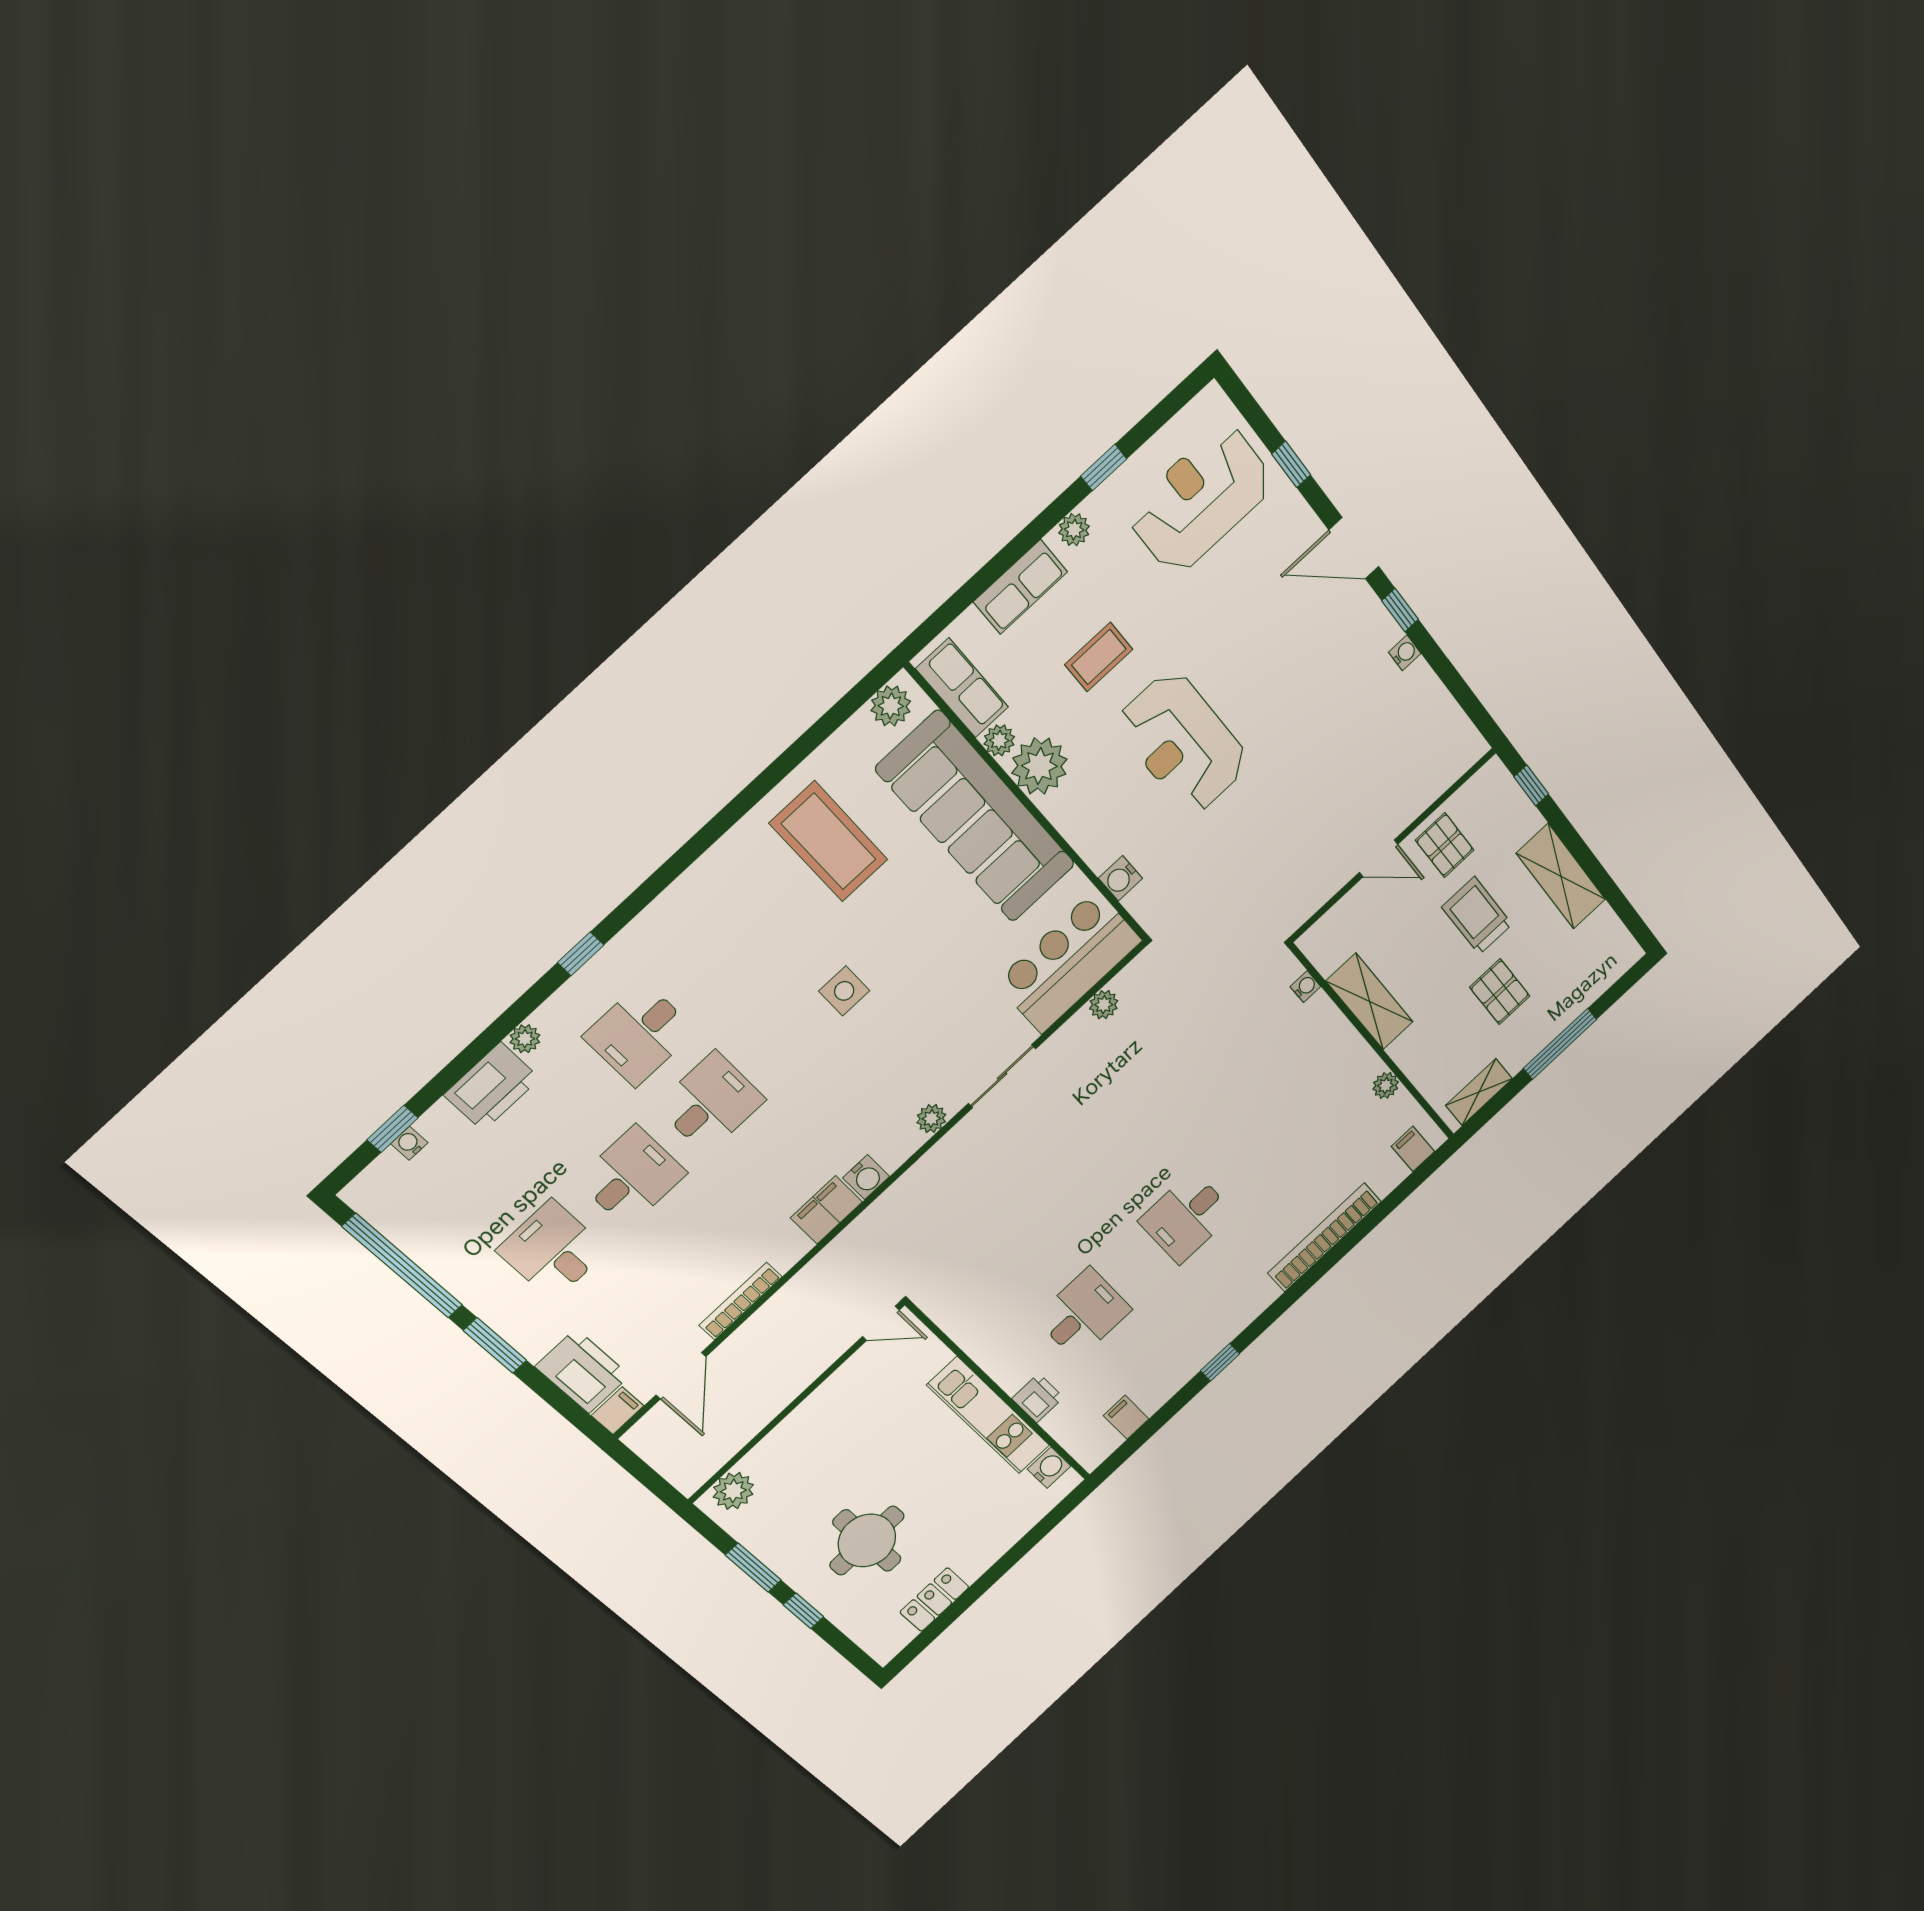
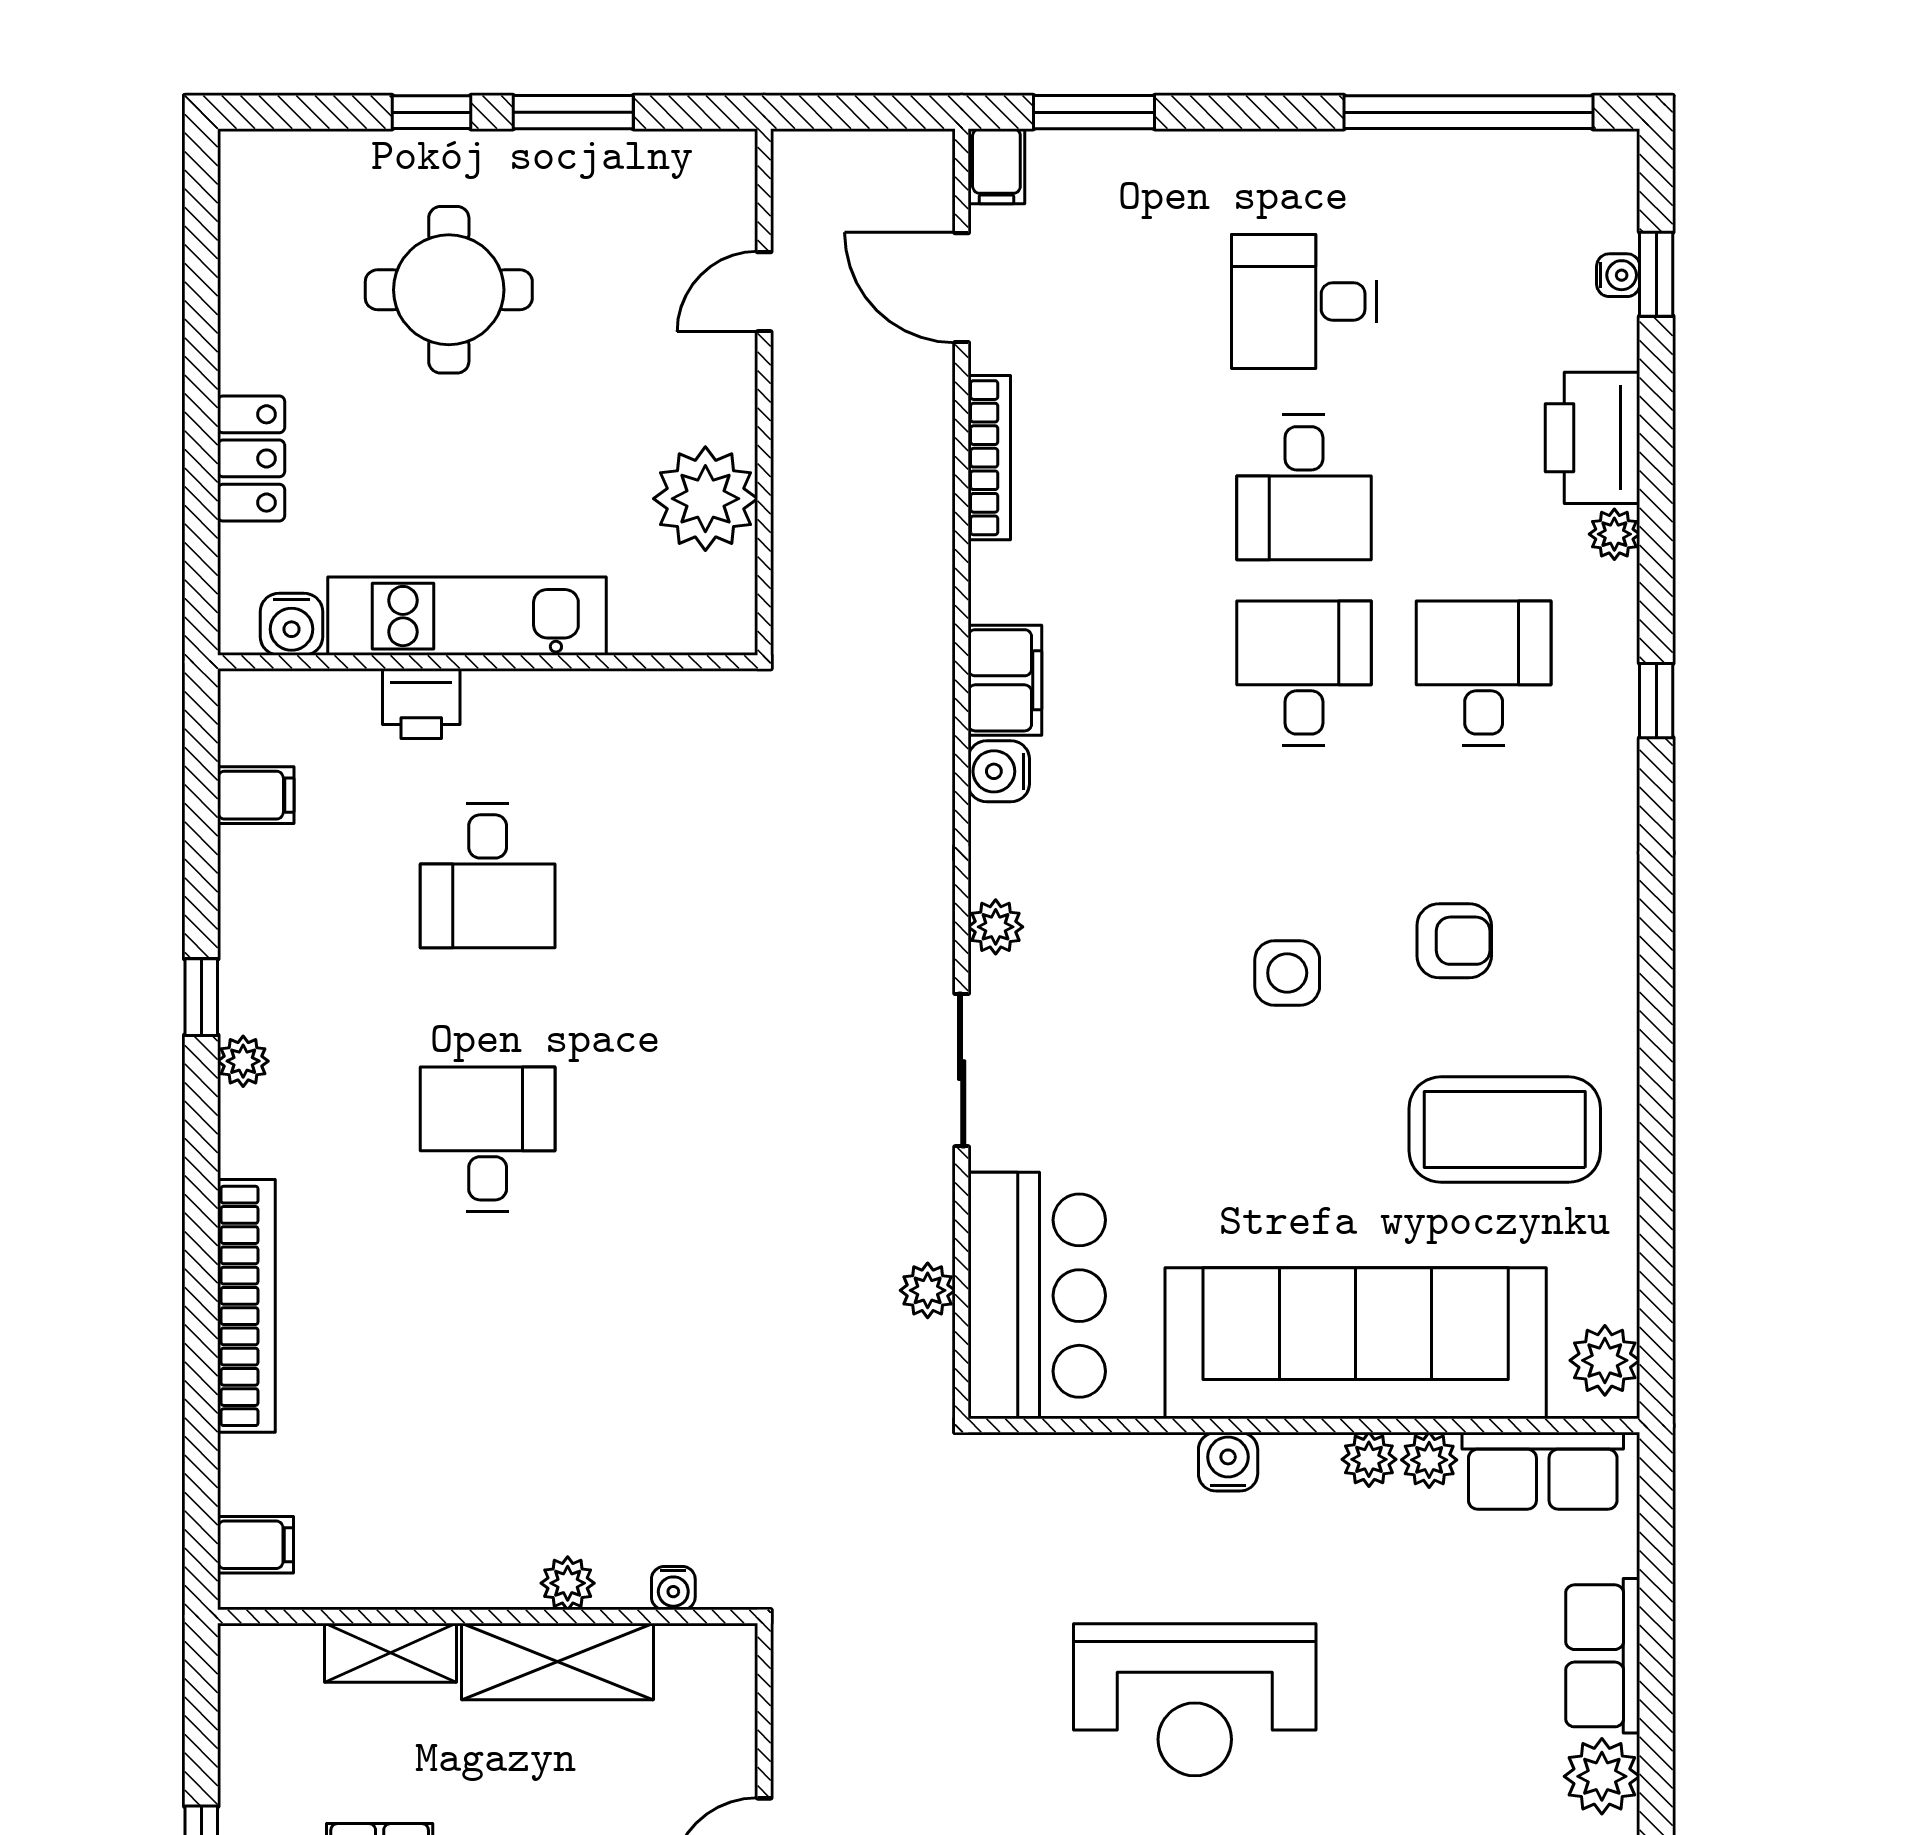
plant: (1074, 530) -> (1602, 1776), width x1.38, depth x1.38
coffee table: (1099, 657) -> (1417, 1682), removed
reception desk: (1183, 743) -> (1195, 1700), turned 180
plant: (1039, 766) -> (1369, 1459), width x0.53, depth x0.53
water cooler: (1120, 878) -> (1228, 1462), moved
armchair: (767, 938) -> (1454, 941), added
plant: (1386, 1085) -> (568, 1583), moved
shelving: (1479, 1092) -> (390, 1653), moved, turned 90
desk: (711, 1103) -> (1304, 673), turned 180
desk: (552, 1250) -> (1304, 301), turned 180
door: (881, 1323) -> (764, 292), moved
plant: (1232, 1326) -> (243, 1061), added
window: (495, 1345) -> (1094, 112), moved
printer: (582, 1371) -> (1099, 178), removed
plant: (733, 1491) -> (705, 499), moved, width x1.36, depth x1.36
locker: (934, 1600) -> (251, 458), moved

